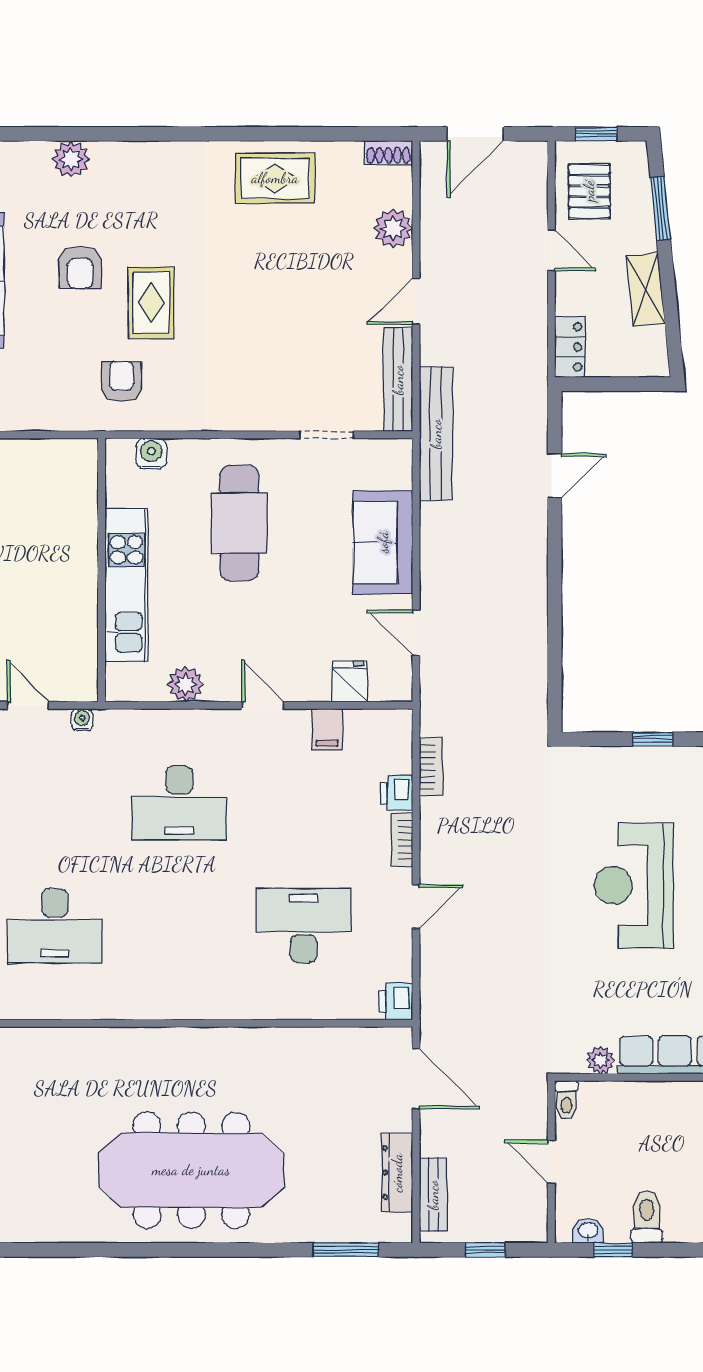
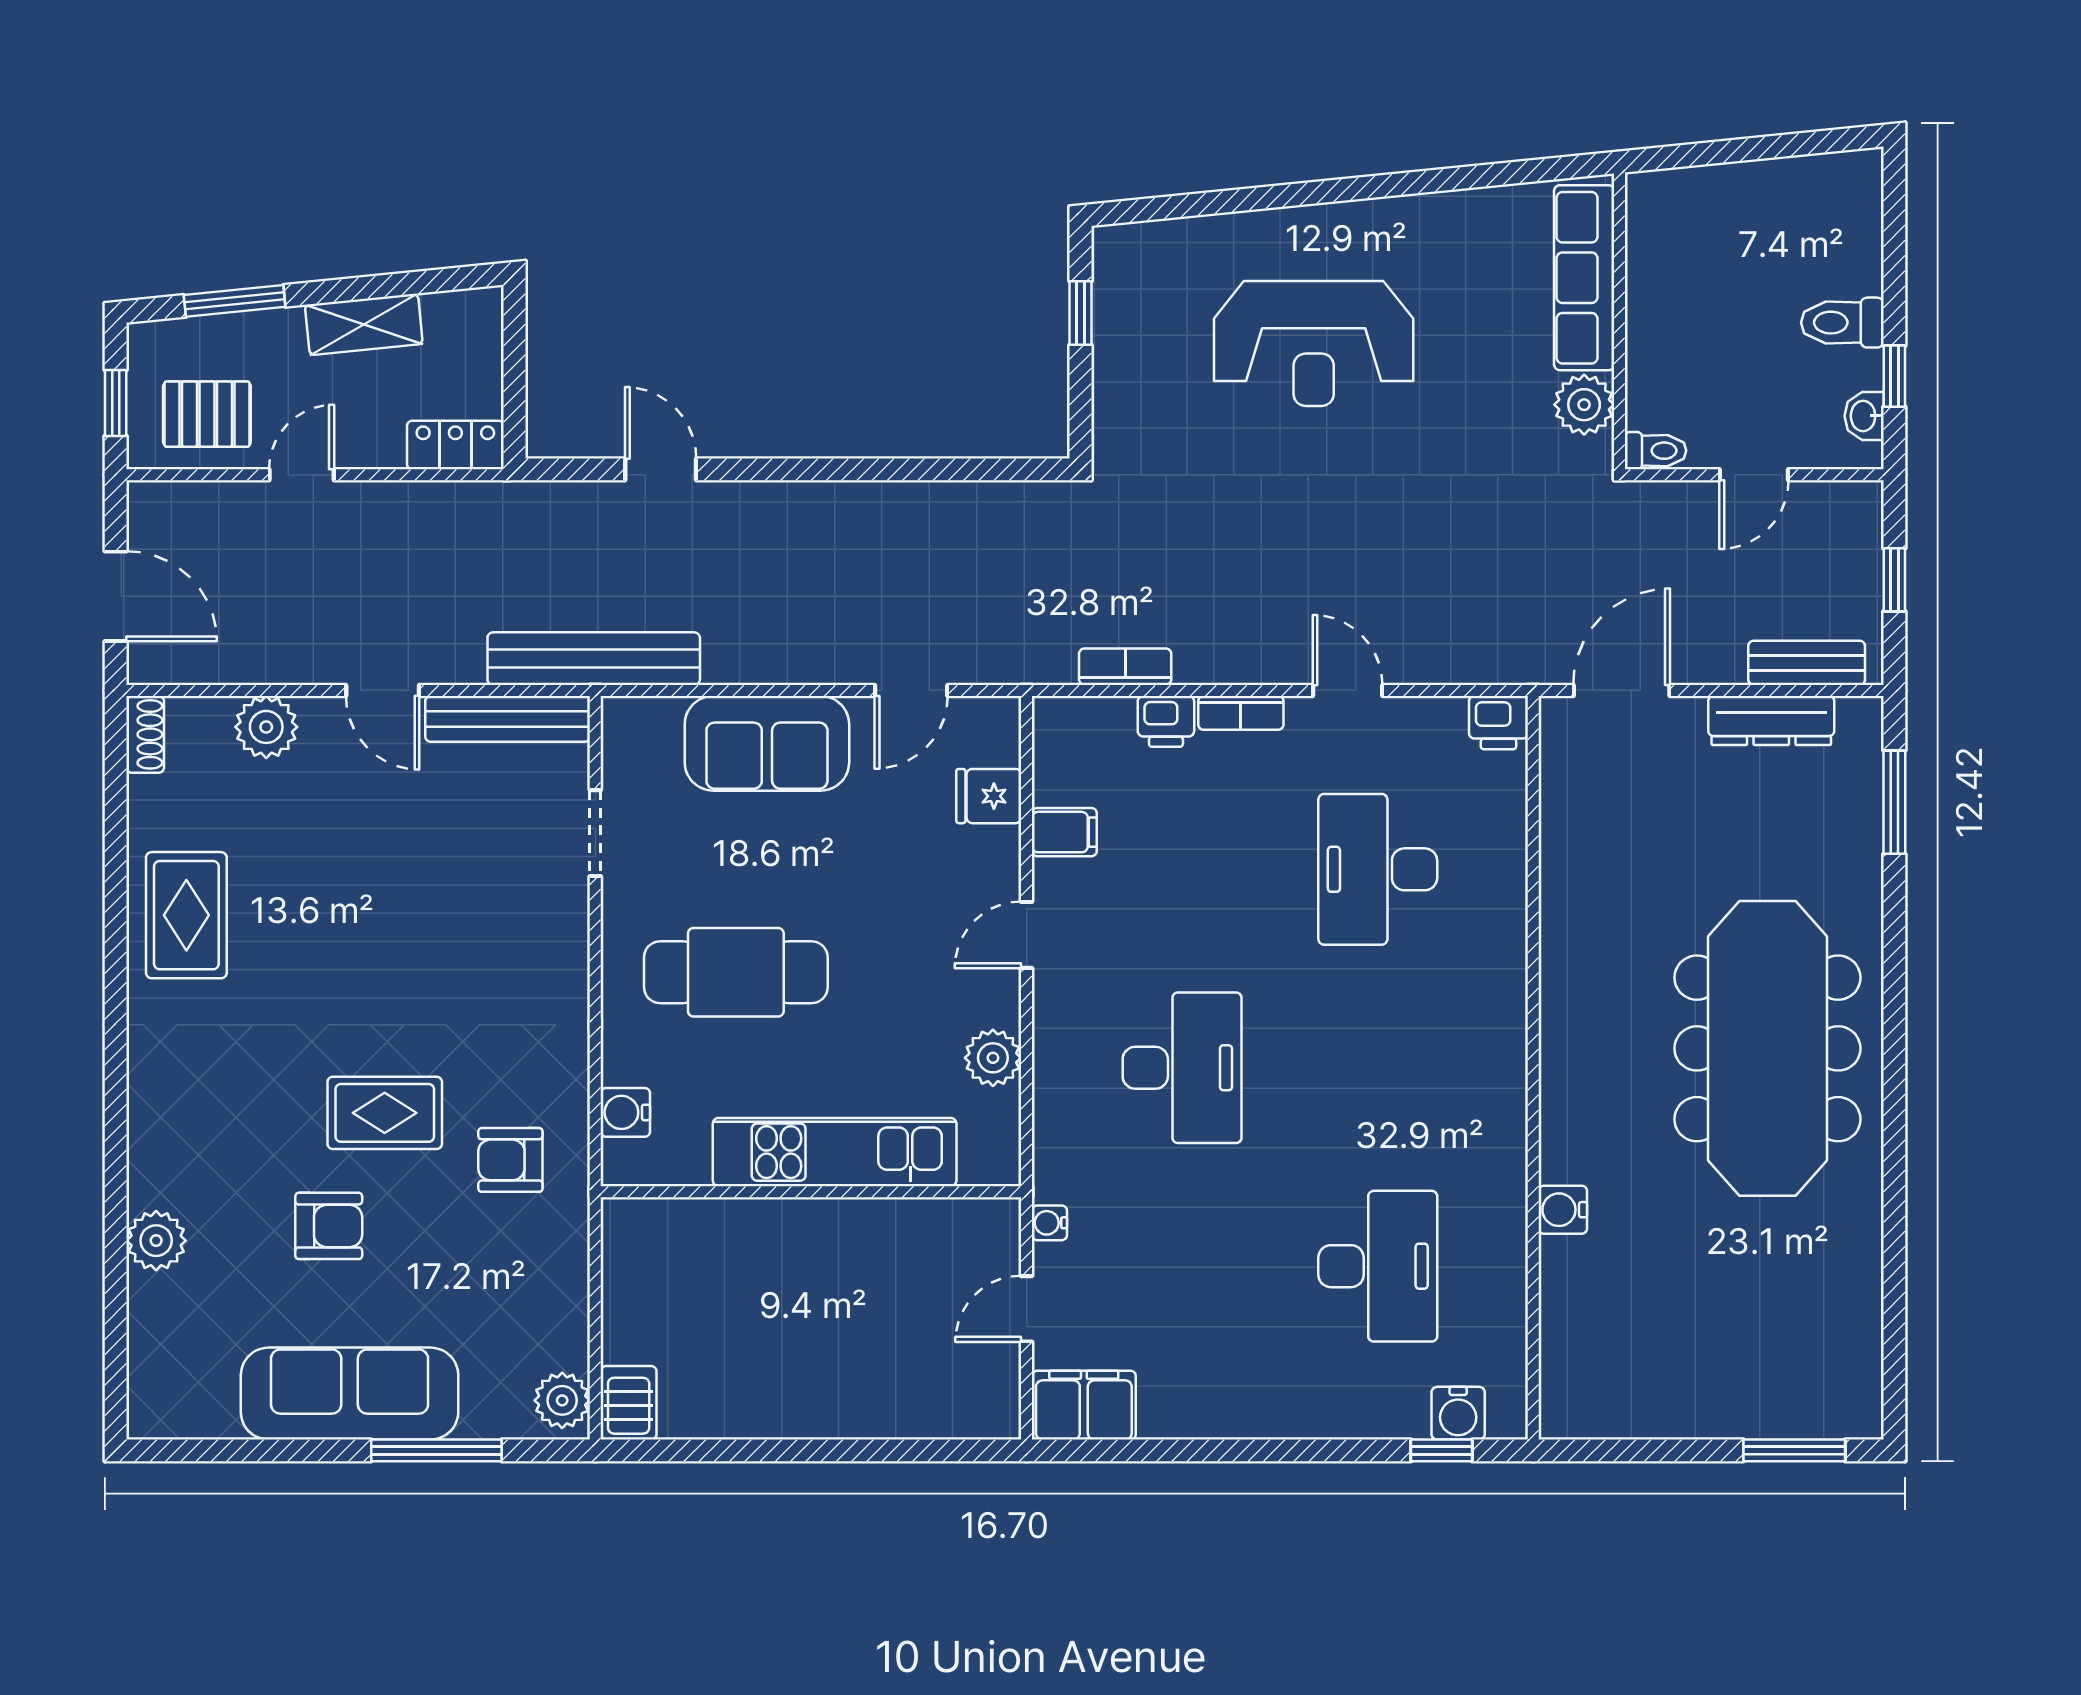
water cooler: (90, 1042) -> (1563, 1210), added
plant: (600, 1060) -> (1584, 405), width x1.38, depth x1.38

